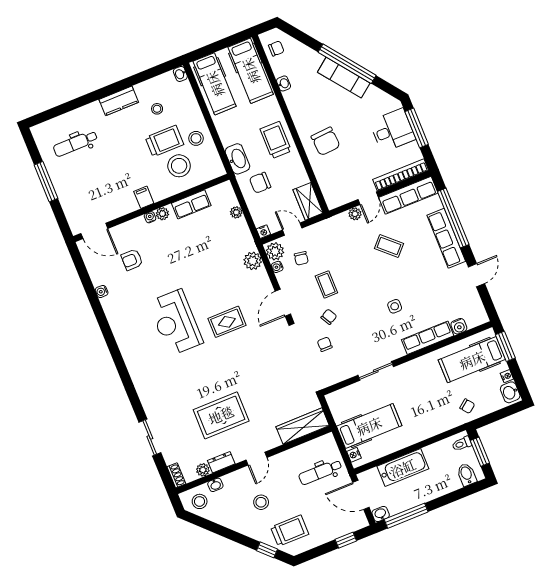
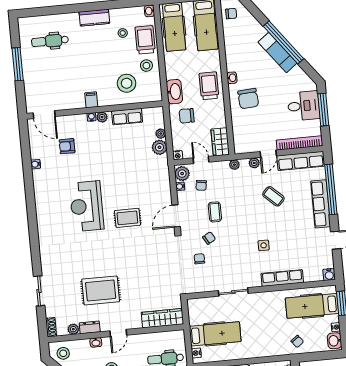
washbasin: (284, 83) -> (232, 78), moved
trolley: (164, 141) -> (145, 40), moved, turned -90
plant: (333, 223) -> (234, 165), added
plant: (253, 261) -> (159, 147), moved
water cooler: (459, 326) -> (329, 275), moved
washbasin: (215, 485) -> (96, 342), moved

